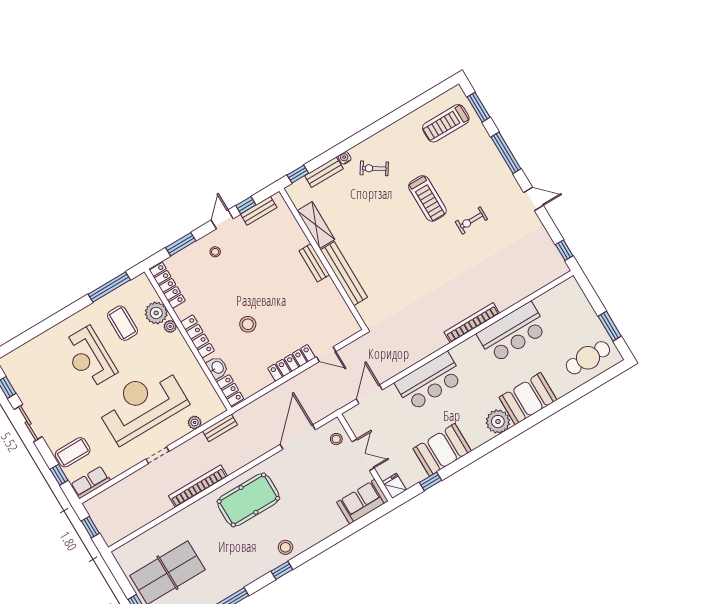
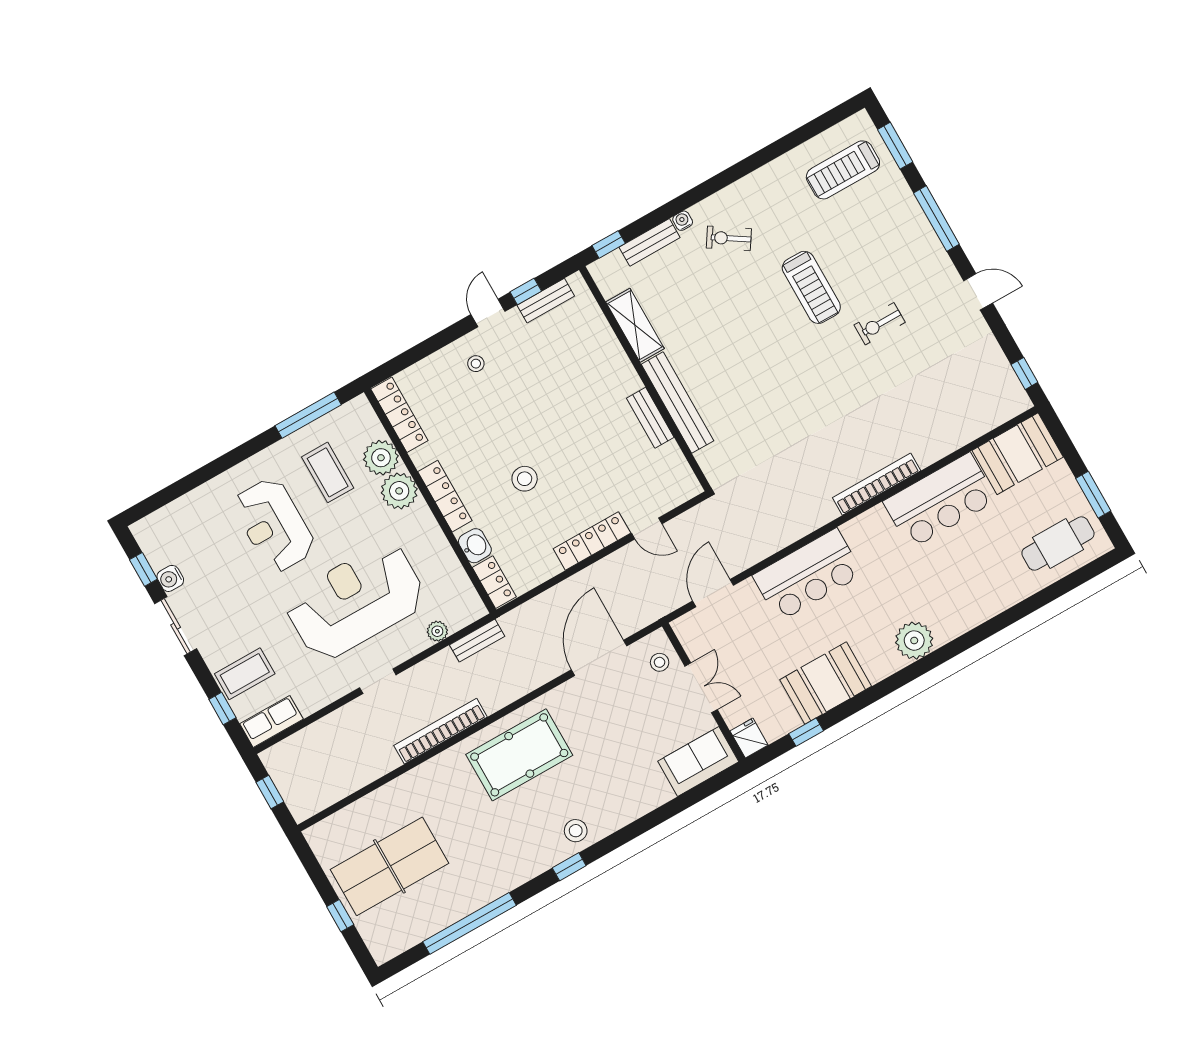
window: (181, 244) -> (422, 350), removed
bench: (314, 263) -> (650, 418), moved
plant: (170, 326) -> (399, 491), width x1.88, depth x1.88
water cooler: (24, 393) -> (170, 578), added
booth: (528, 399) -> (1018, 454), moved

